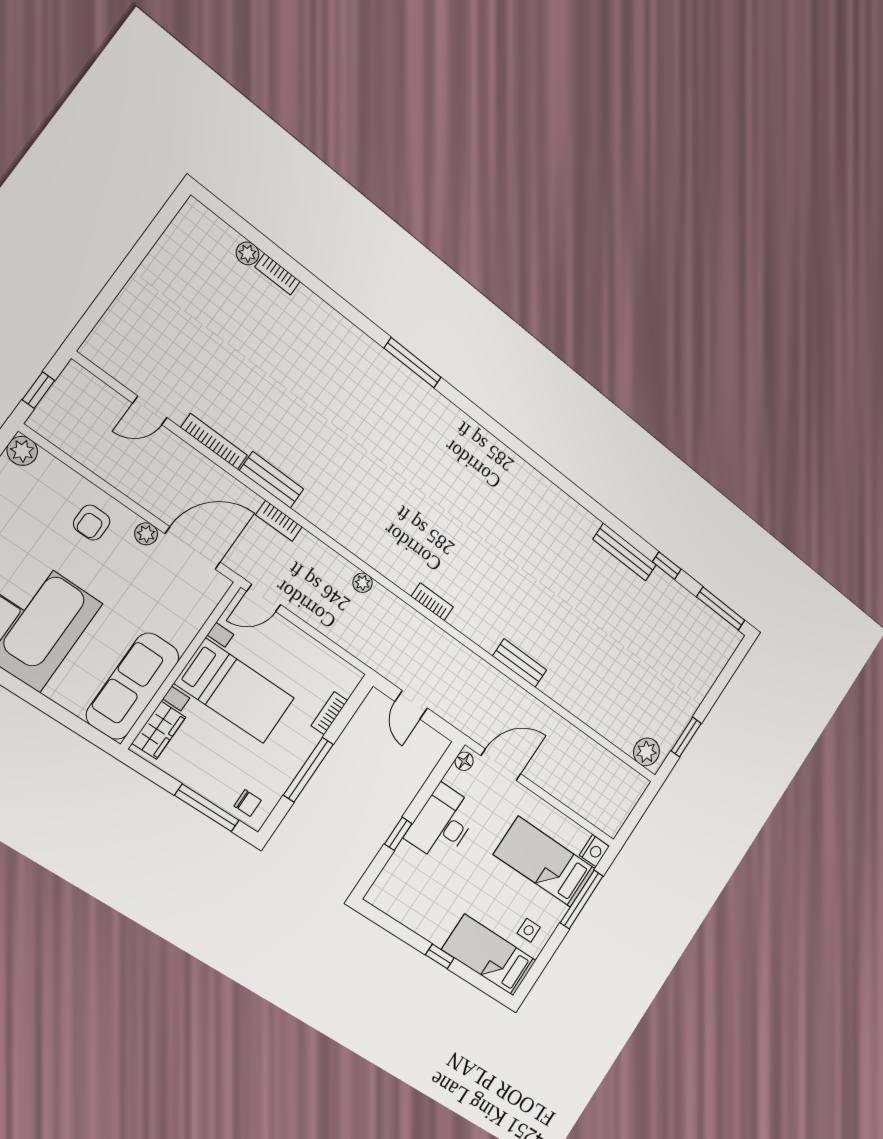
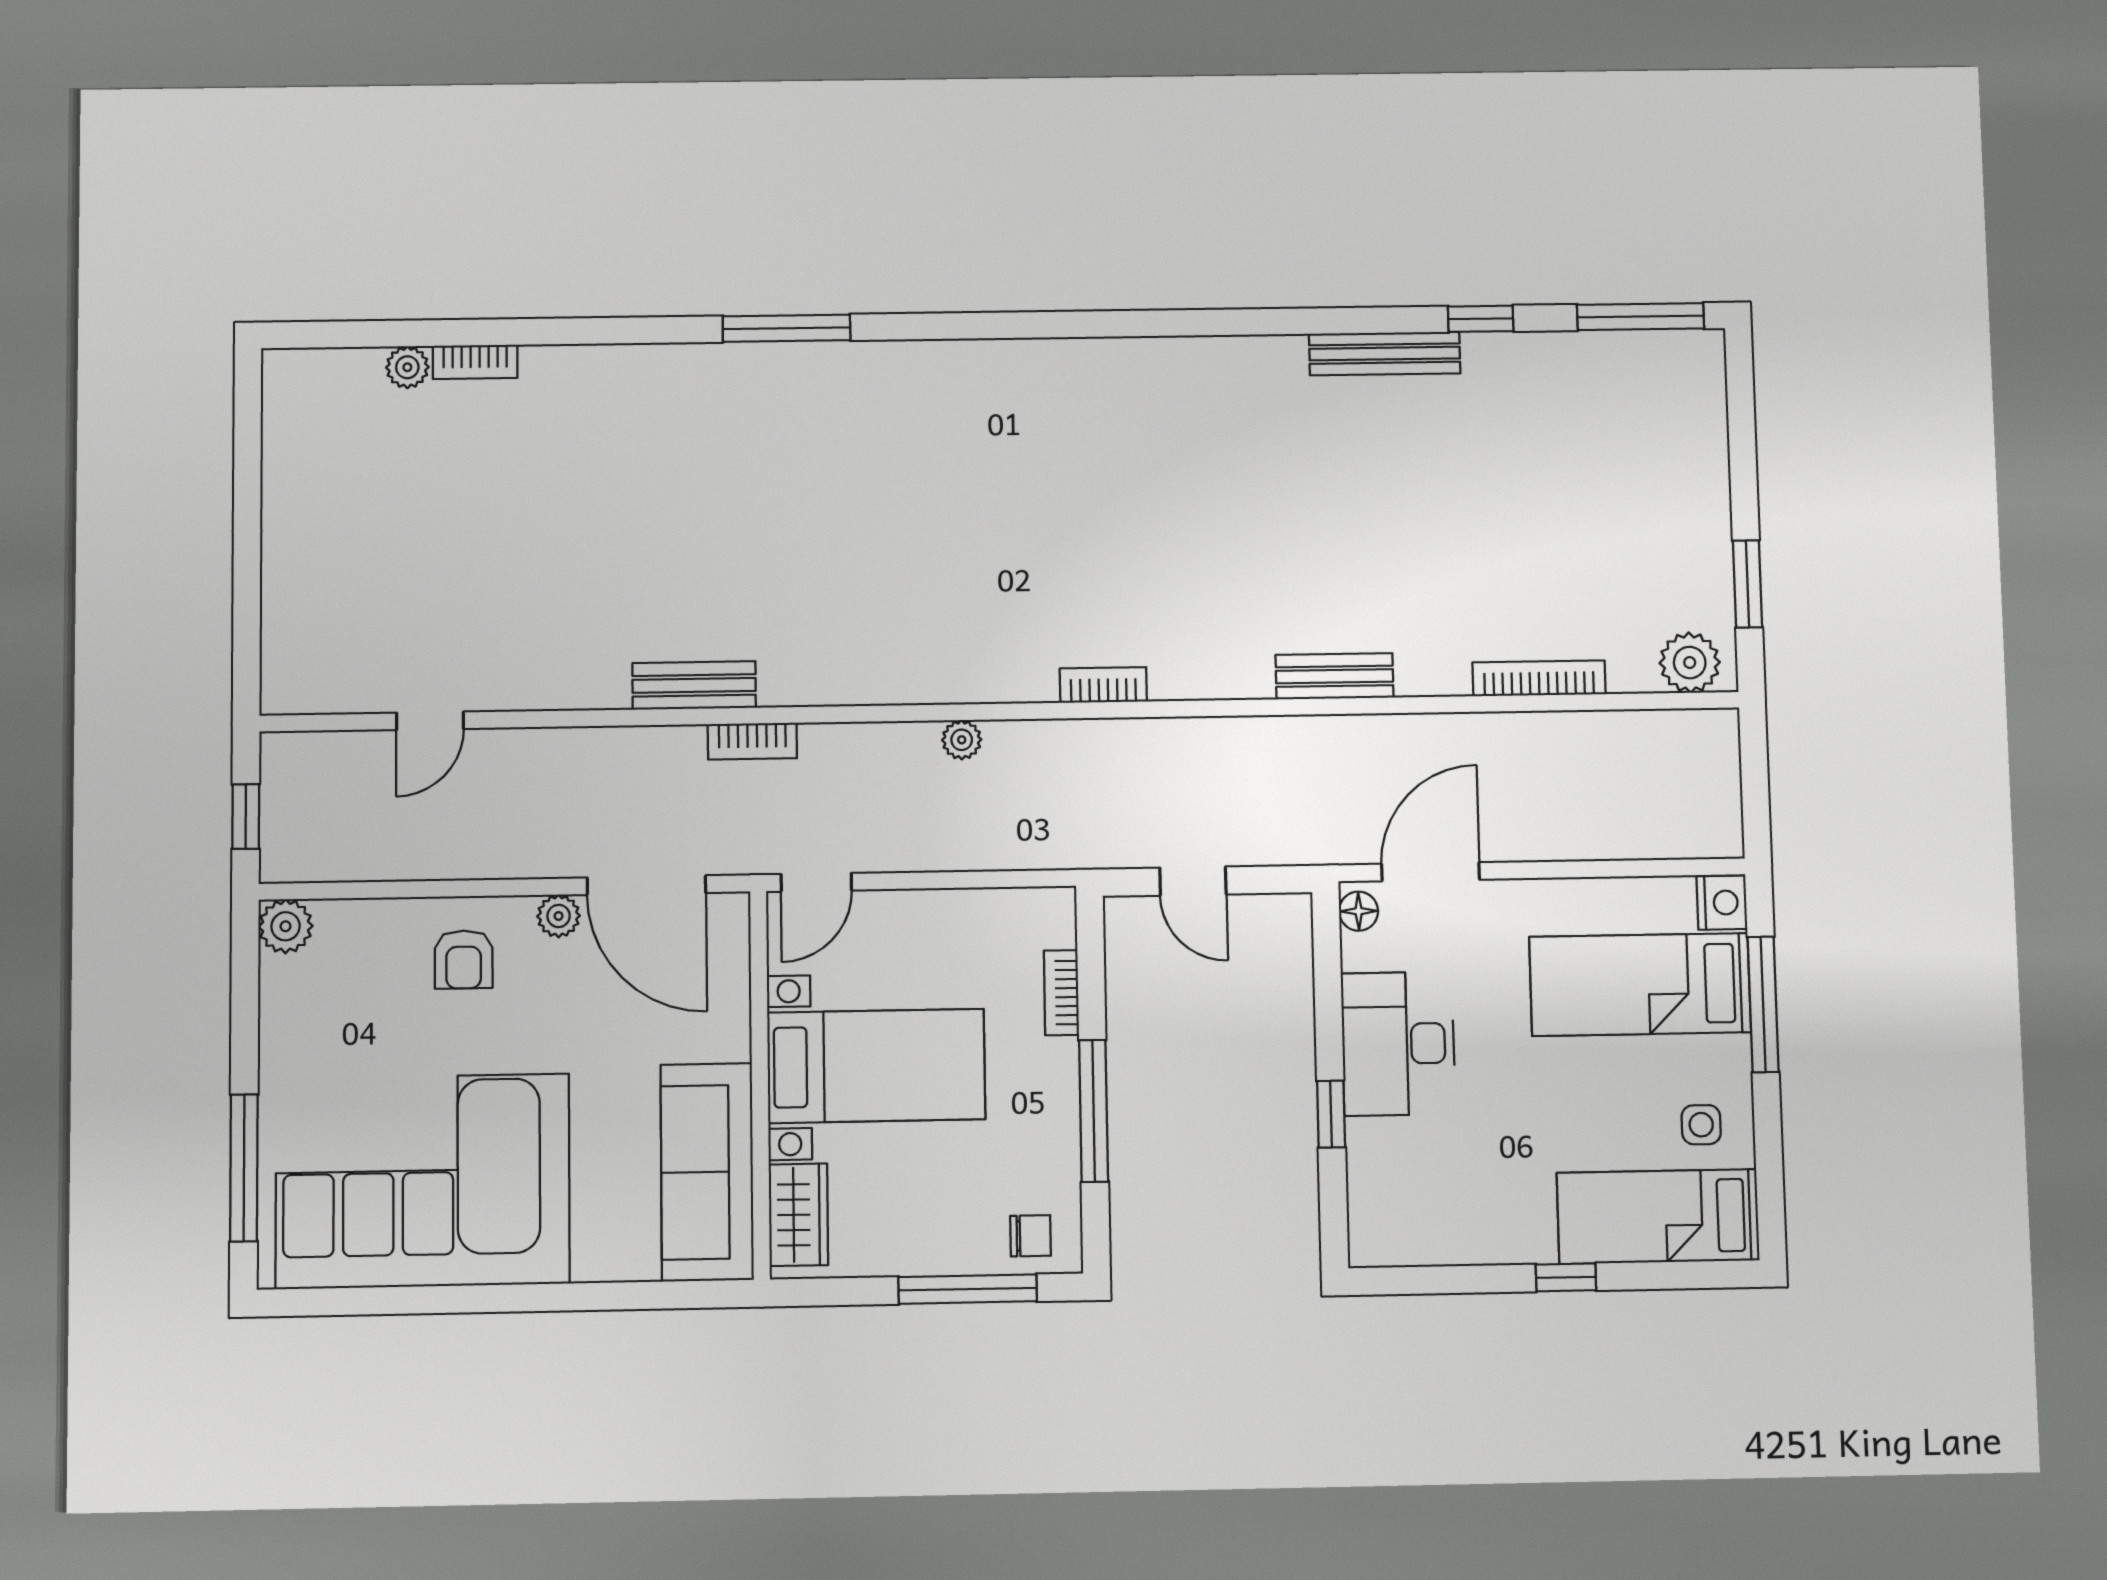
bookcase: (214, 441) -> (1539, 678), moved
door: (193, 548) -> (646, 885), swing flipped

